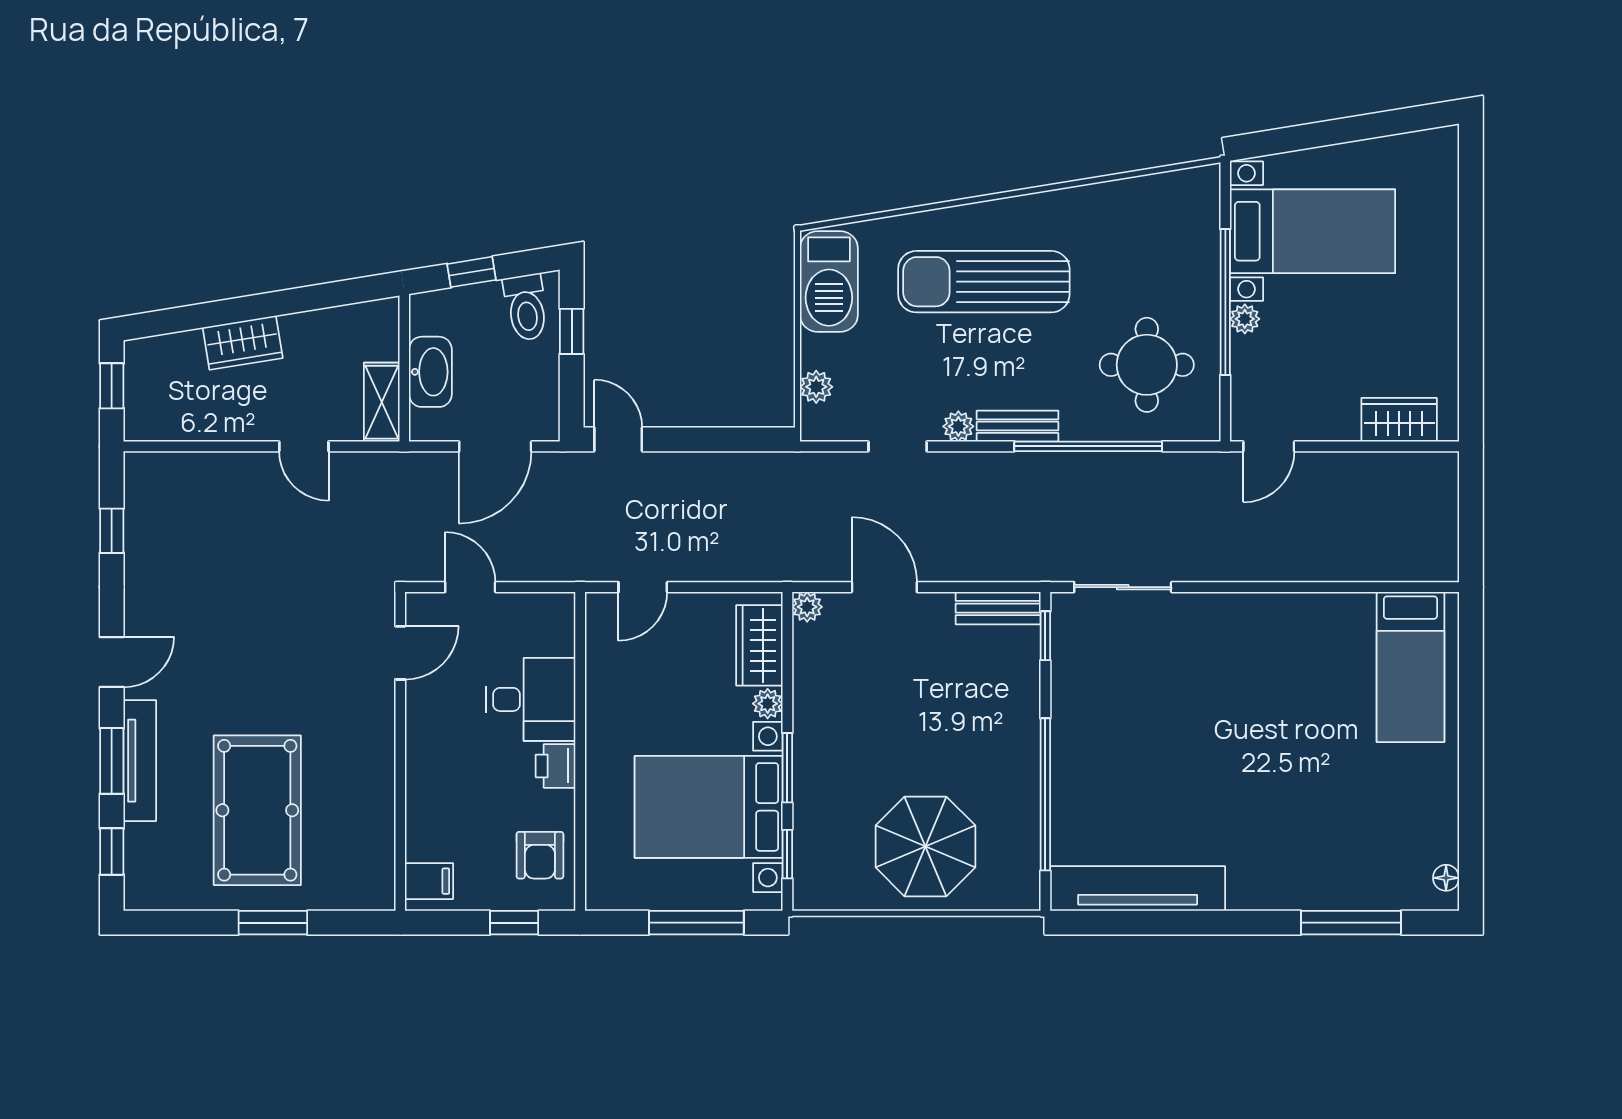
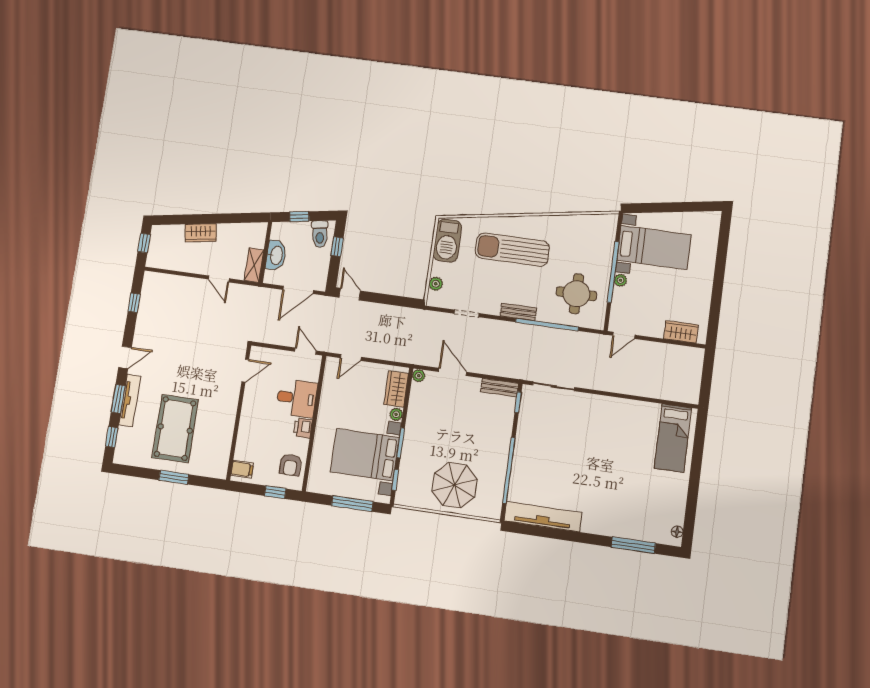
plant: (958, 426) -> (493, 309), removed
door: (470, 587) -> (306, 351), moved

